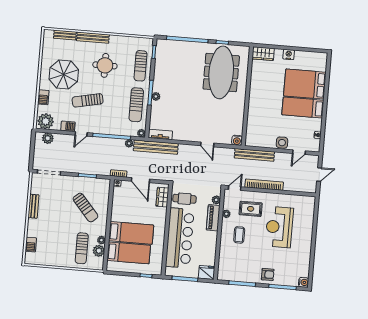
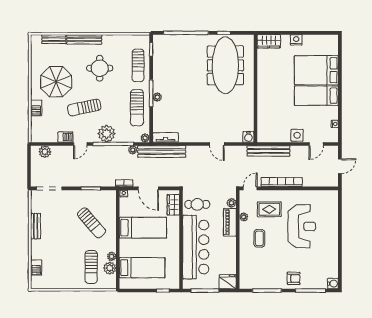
plant: (46, 121) -> (107, 134), moved
reception desk: (279, 227) -> (302, 226), turned 180
bed: (131, 233) -> (143, 228), moved

